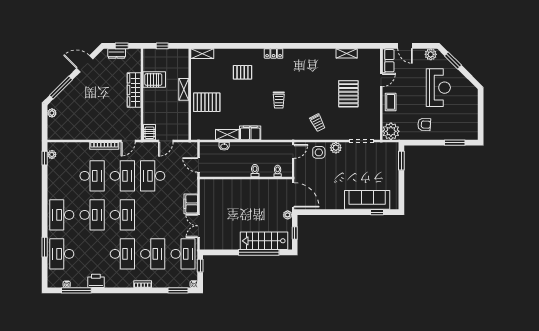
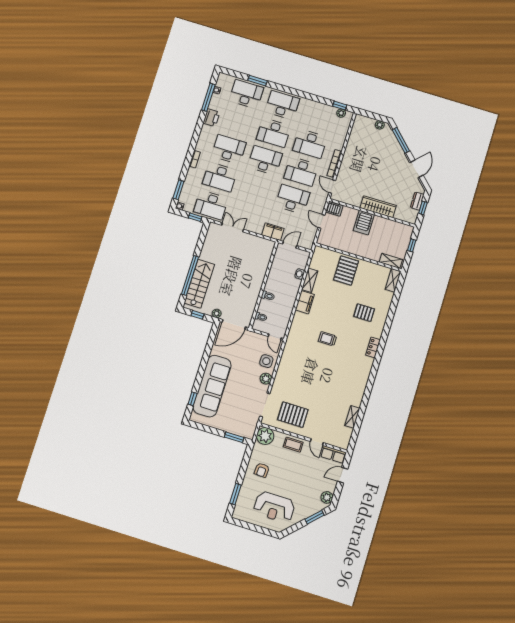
pallet: (242, 72) -> (364, 313), turned 90
server rack: (154, 80) -> (364, 223), moved
reception desk: (438, 88) -> (274, 507), moved
shelving: (184, 89) -> (391, 261), moved
pallet: (348, 94) -> (293, 415), moved
trolley: (318, 123) -> (295, 369), removed
sofa: (367, 200) -> (212, 386), width x1.36, depth x1.27
filing cabinet: (191, 204) -> (273, 232), moved
desk: (122, 215) -> (265, 160), turned 180
desk: (122, 254) -> (229, 149), turned 180

